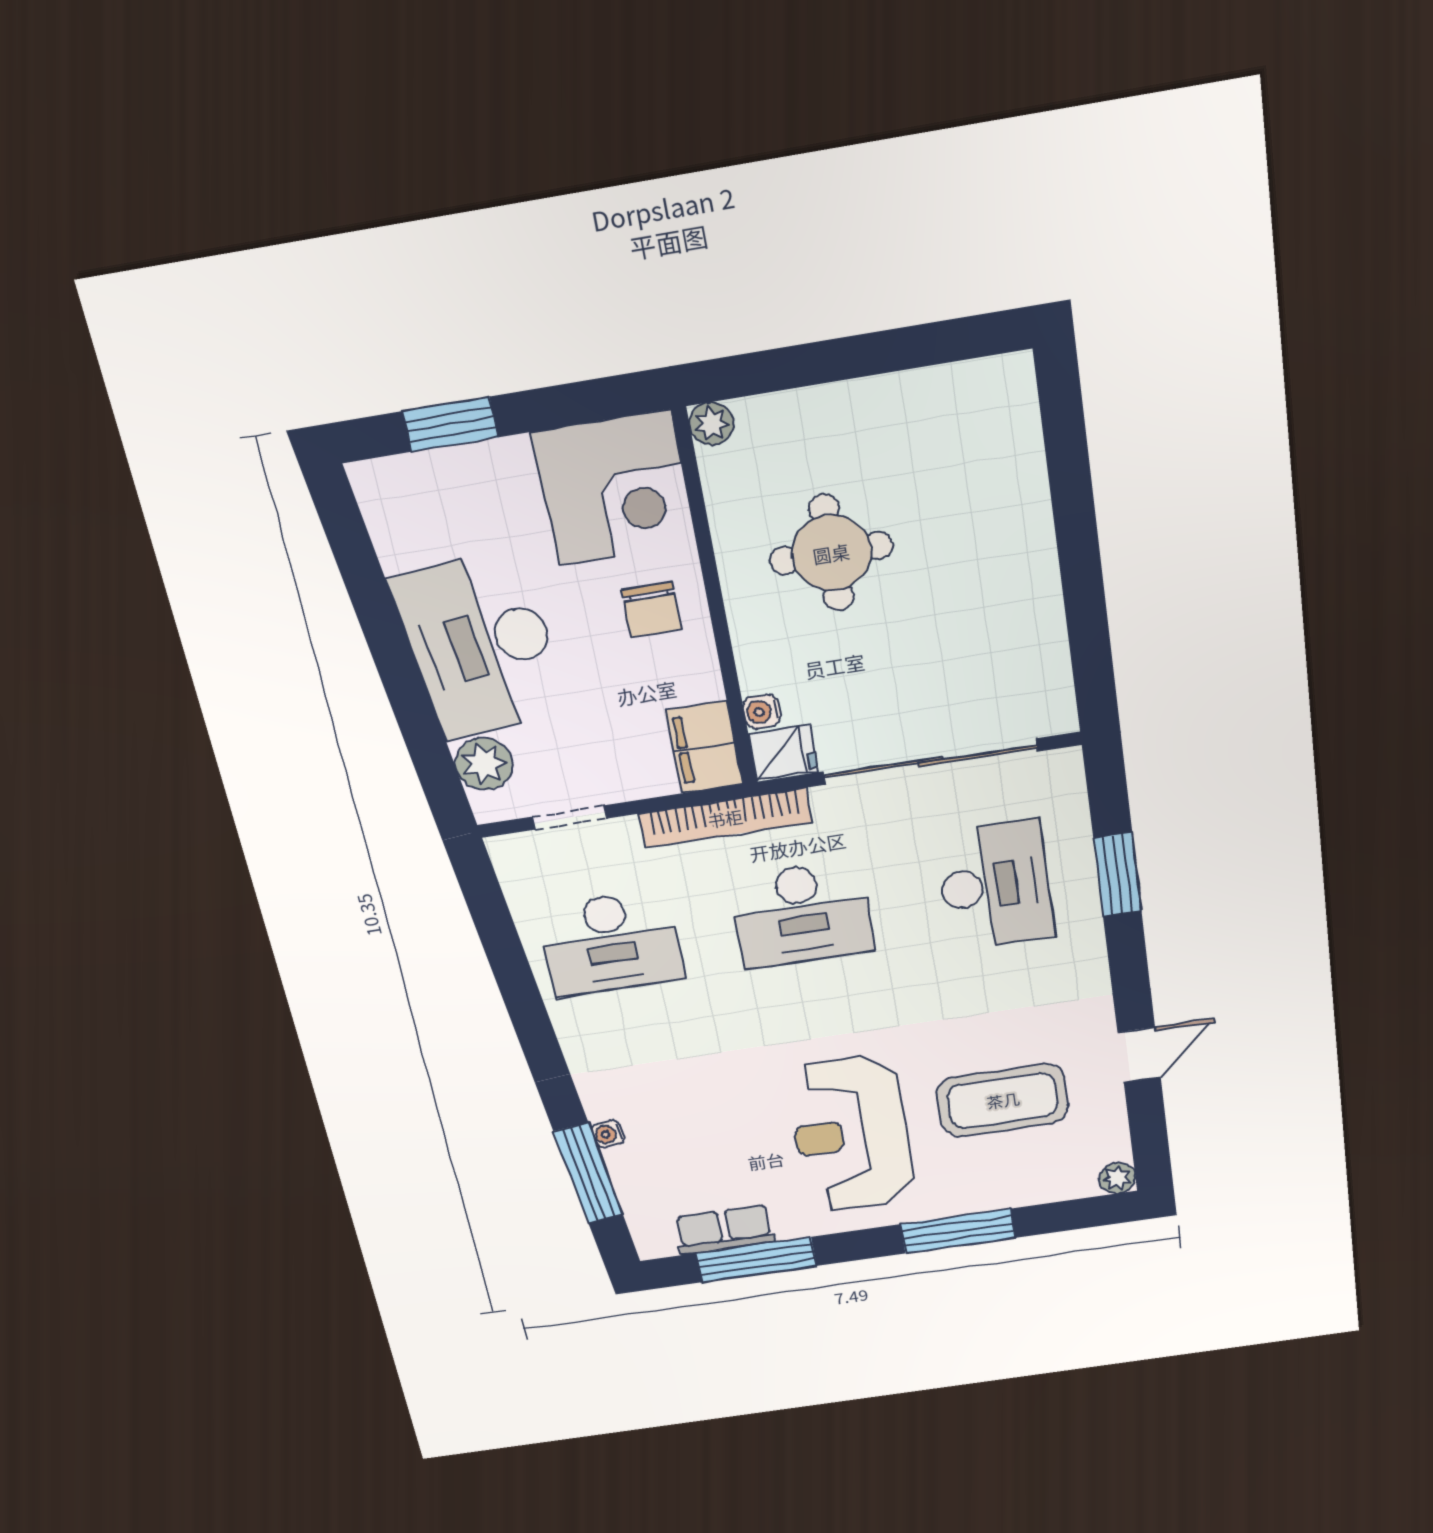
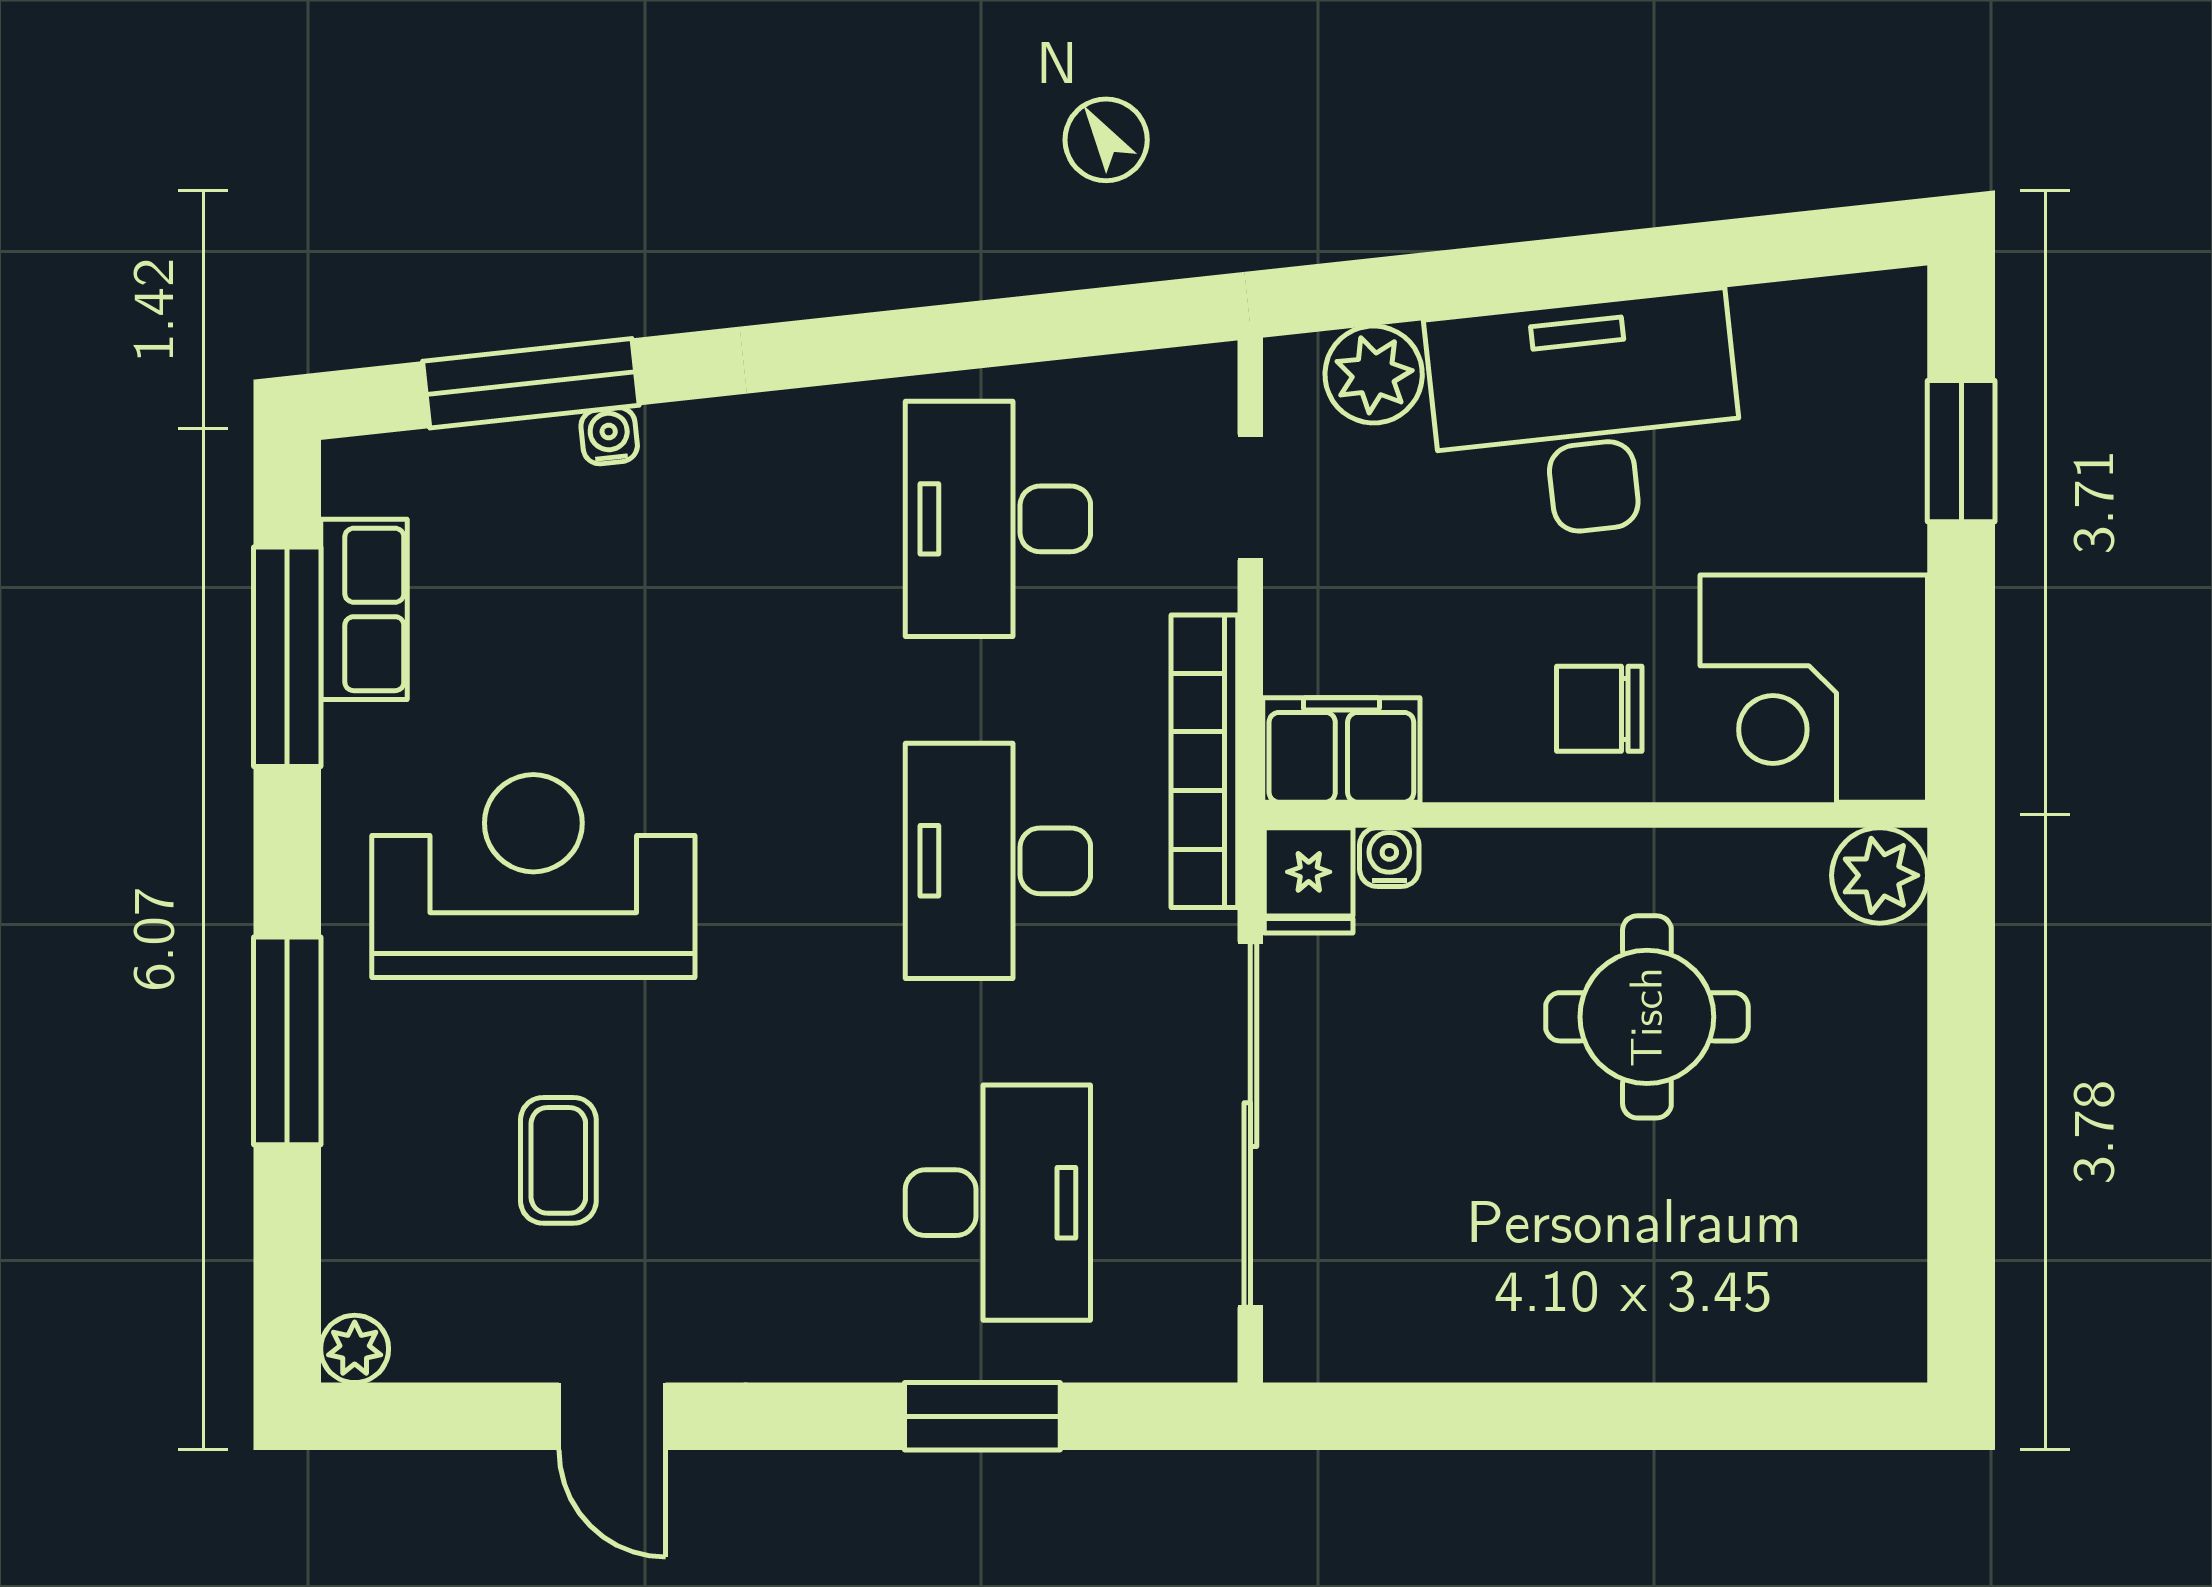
plant: (712, 424) -> (1880, 875), width x1.38, depth x1.38
desk: (995, 885) -> (998, 1203), turned -90
coffee table: (1003, 1100) -> (558, 1160), width x0.54, depth x0.58

